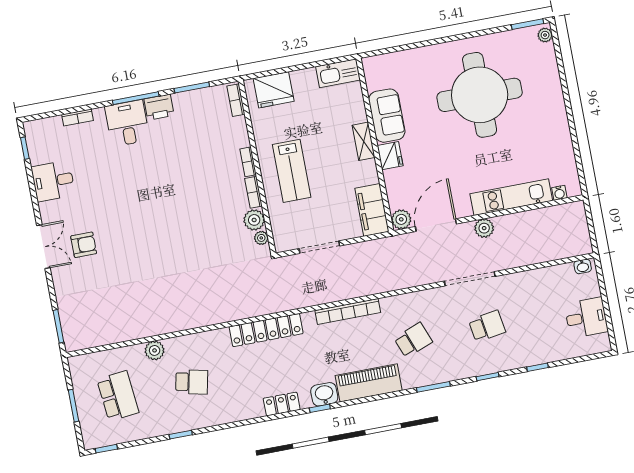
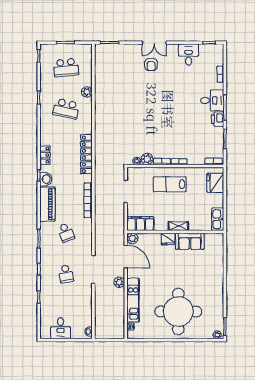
round table: (480, 95) -> (178, 311), moved
school desk: (192, 382) -> (66, 109), width x1.85

